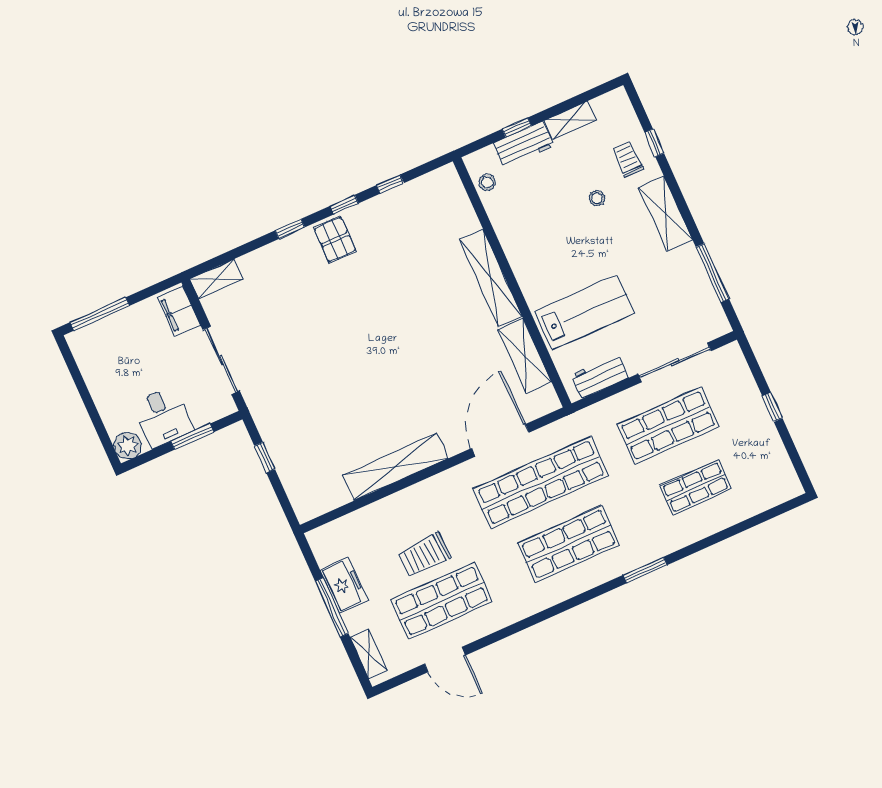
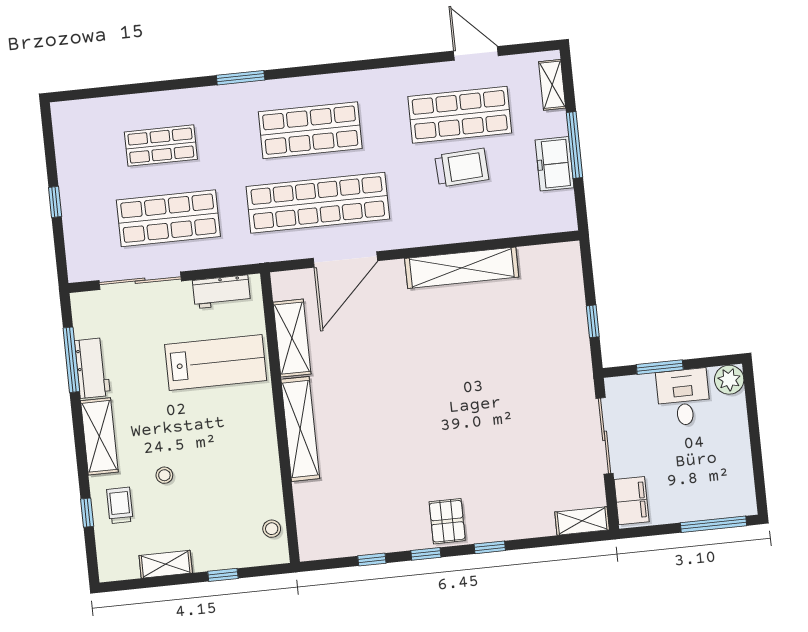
workbench: (524, 145) -> (92, 368), moved, turned 90
trolley: (628, 159) -> (120, 505), turned 180
lab bench: (585, 312) -> (216, 363), turned 180

